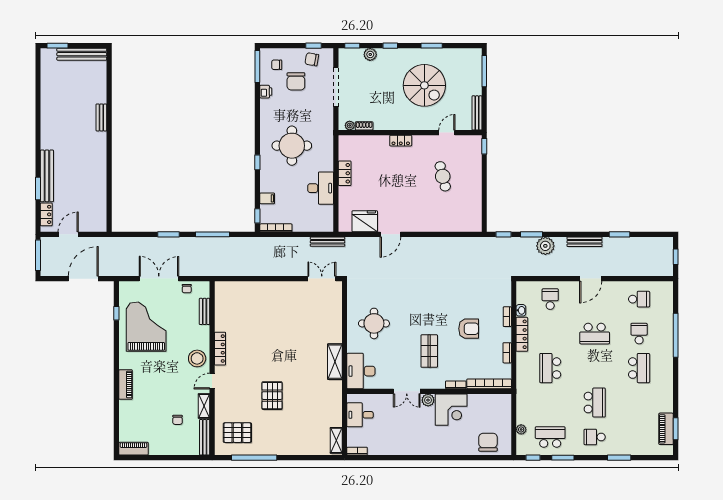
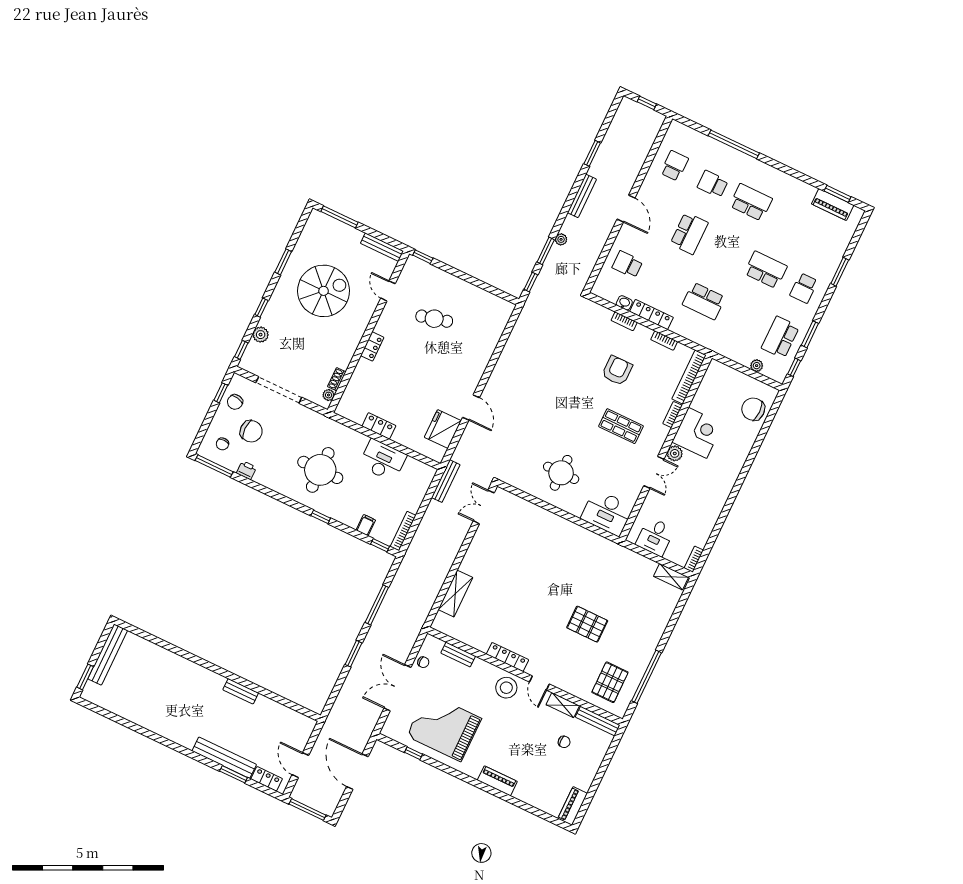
bench: (101, 117) -> (241, 691), moved
plant: (545, 246) -> (561, 239), width x0.53, depth x0.53
shelving: (335, 362) -> (455, 594), moved, turned 90

